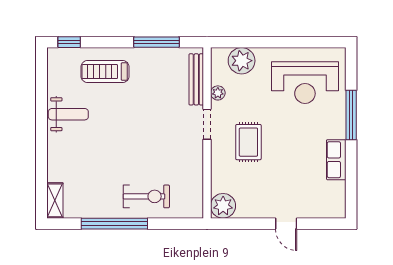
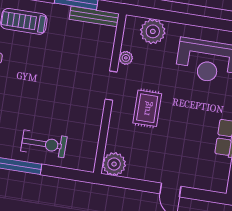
bench: (196, 79) -> (94, 16), moved, turned 90

